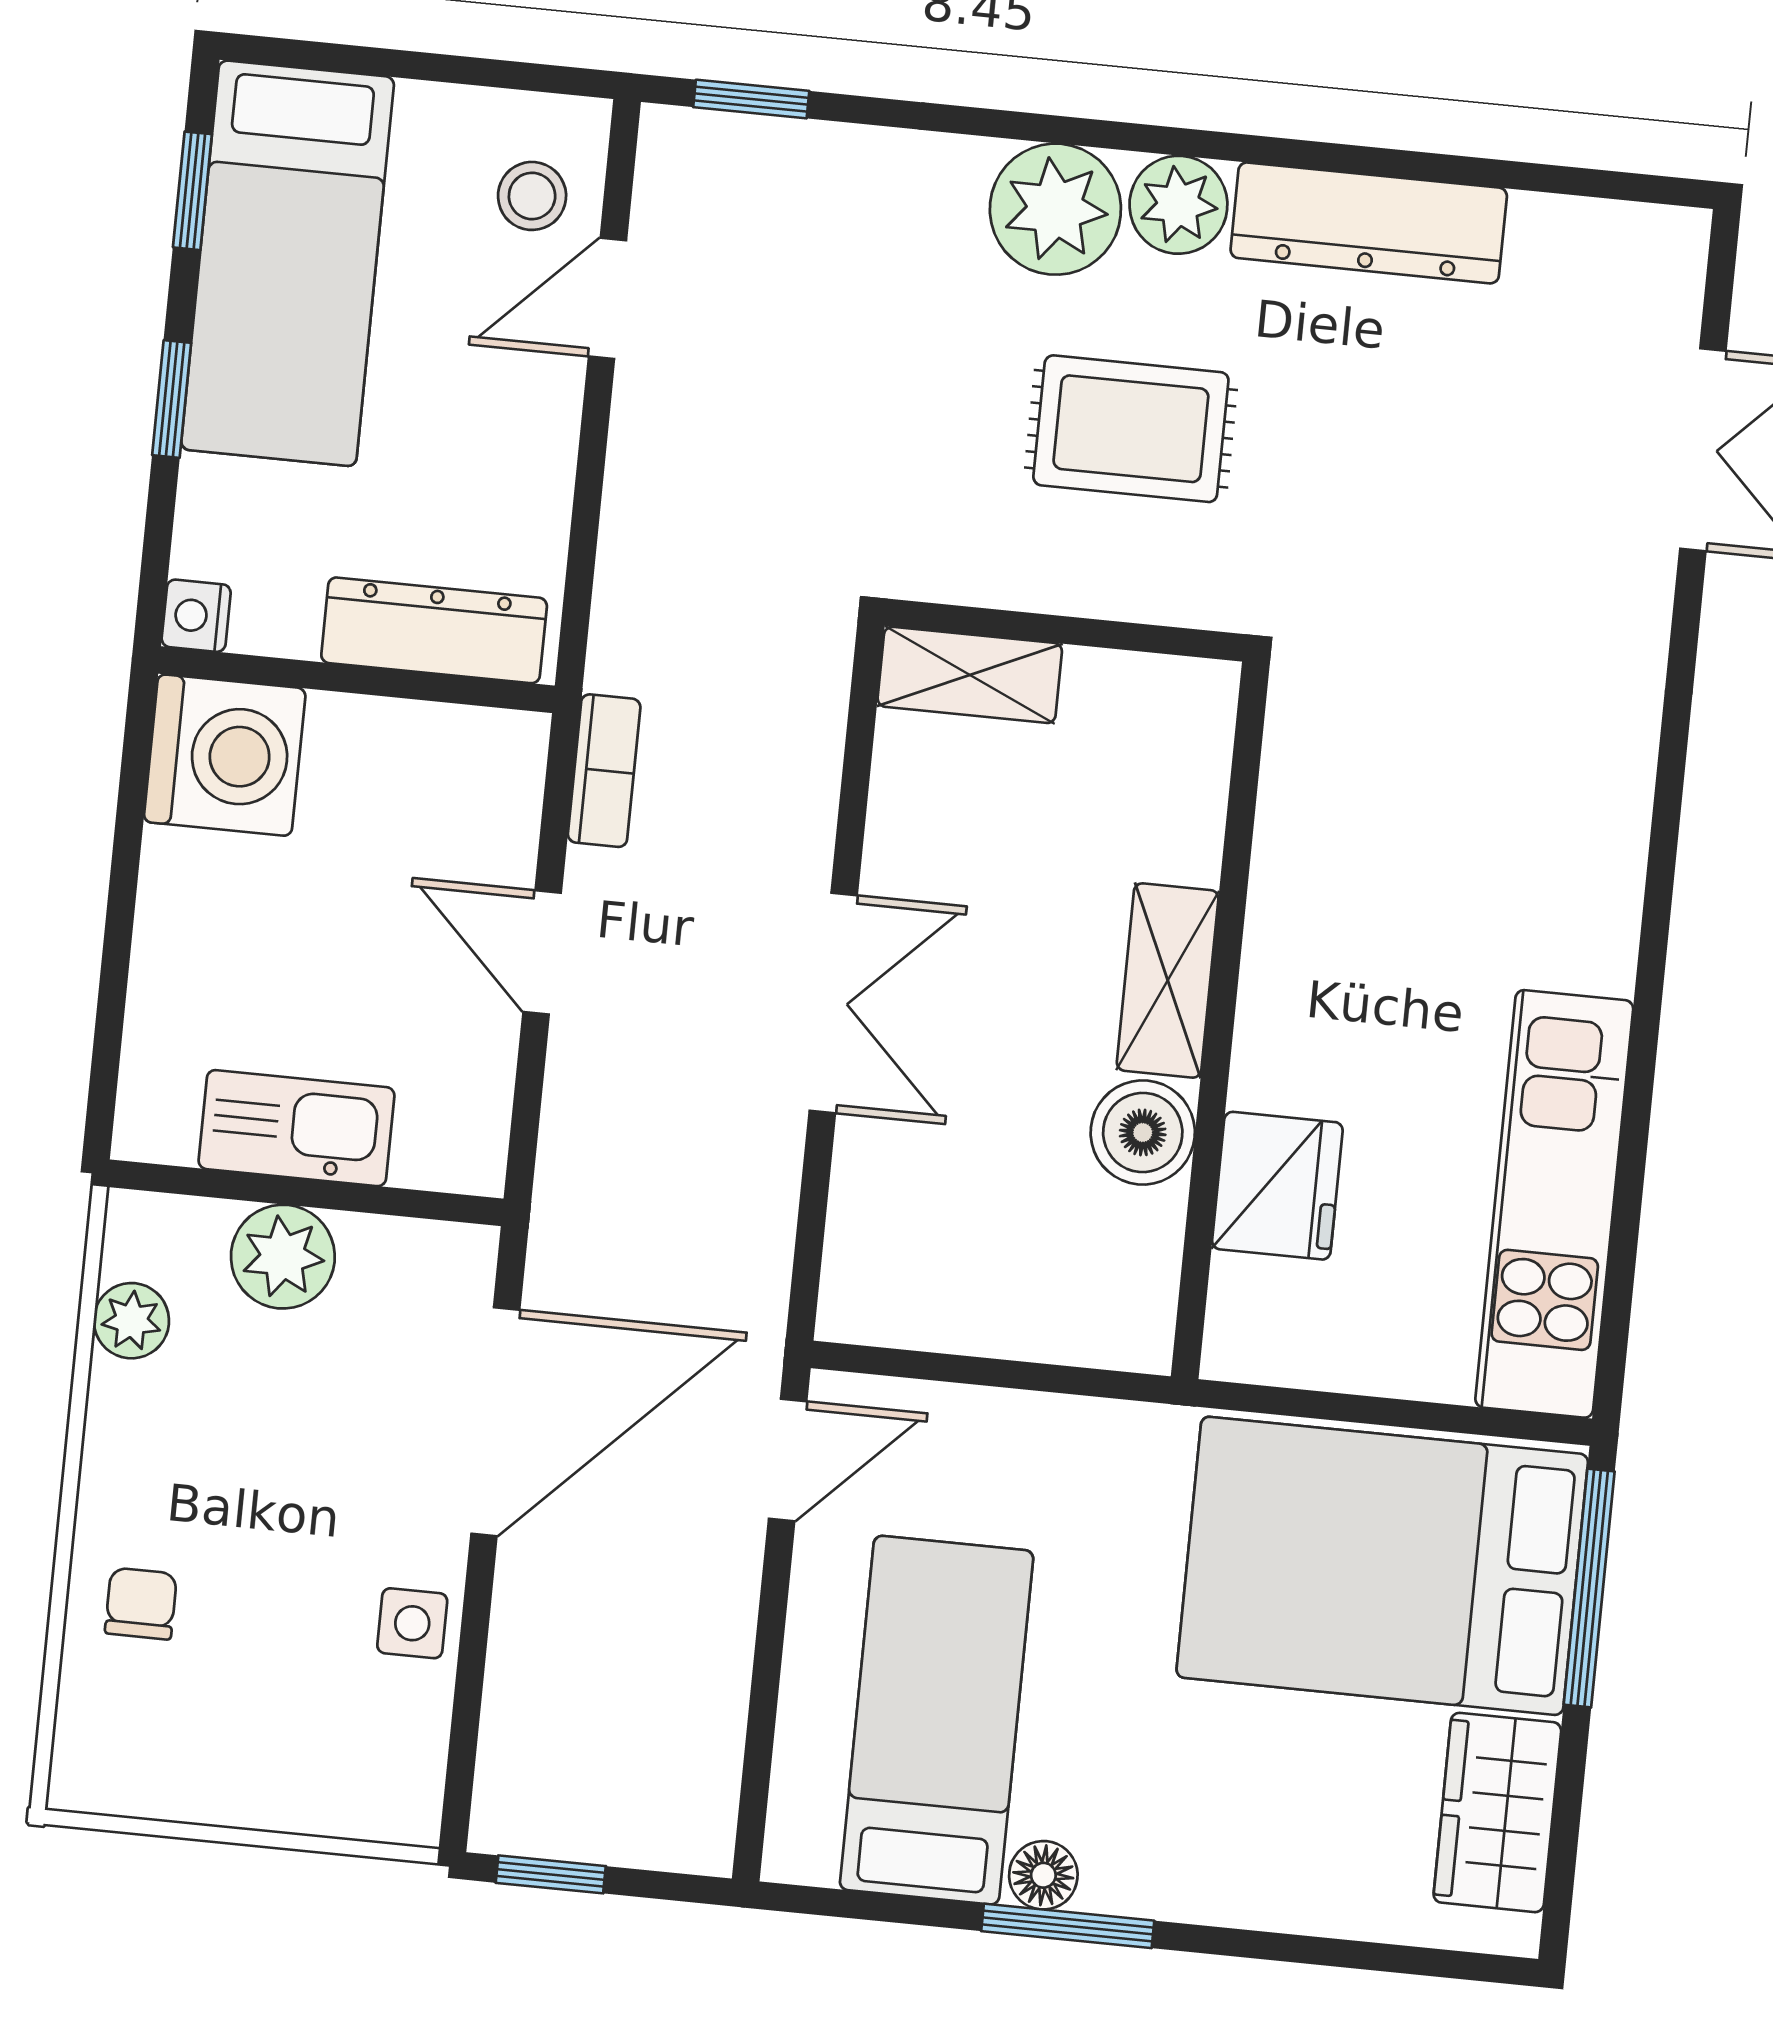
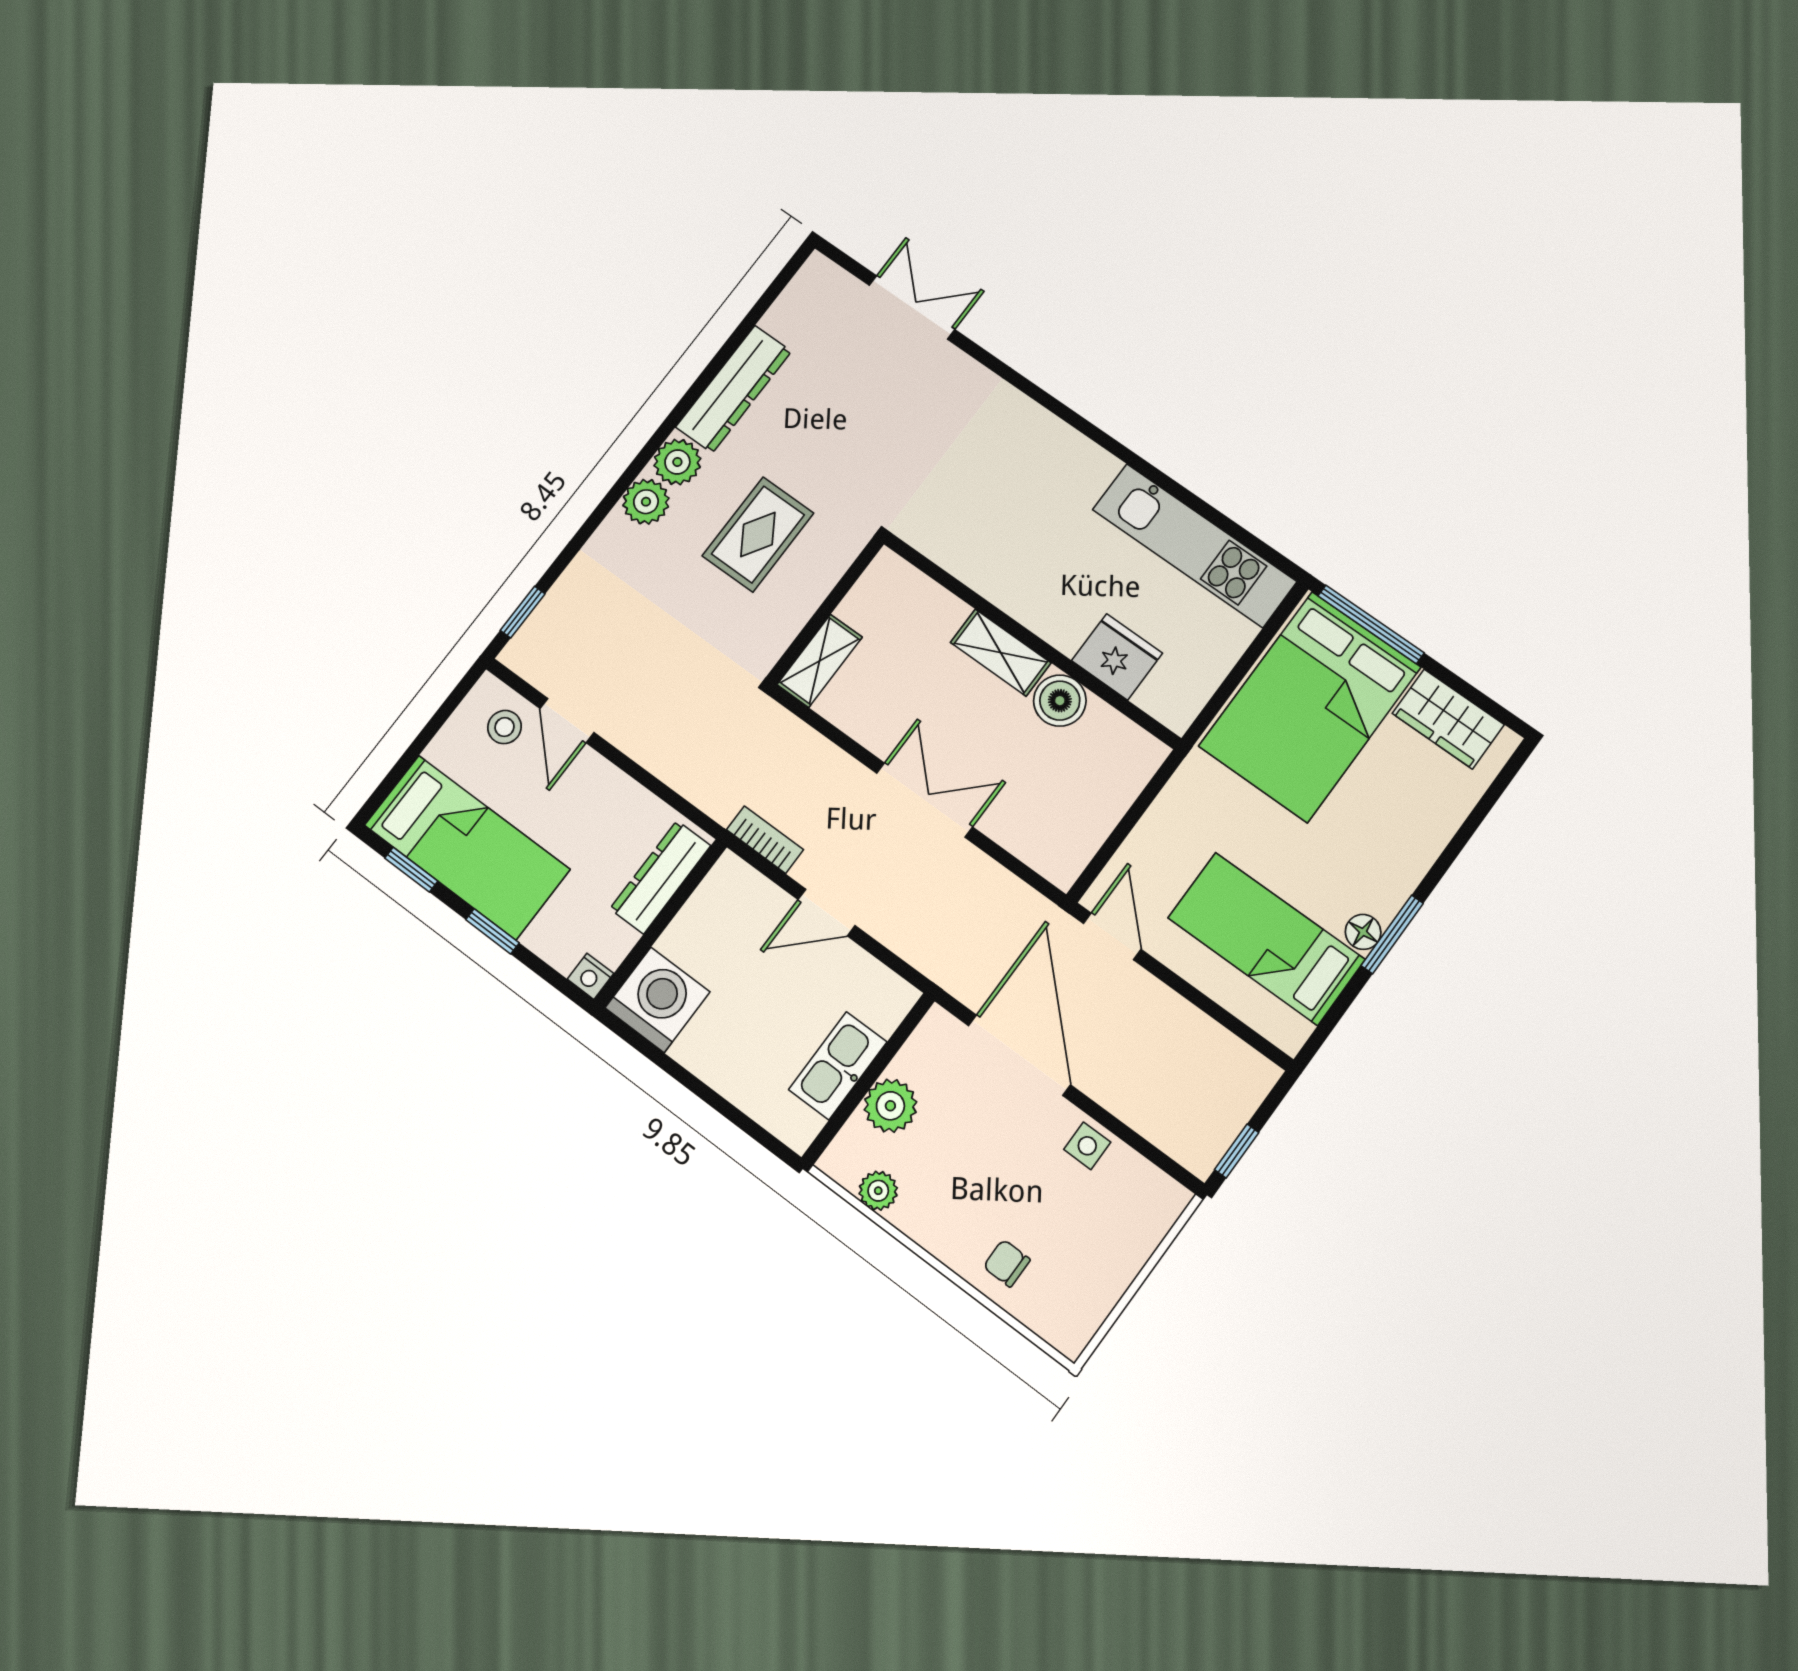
plant: (1055, 209) -> (646, 502), width x0.73, depth x0.73

